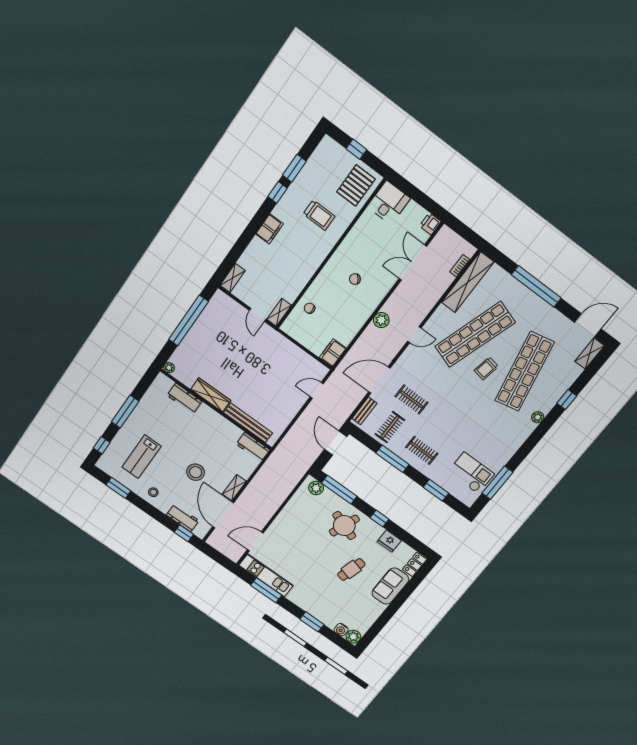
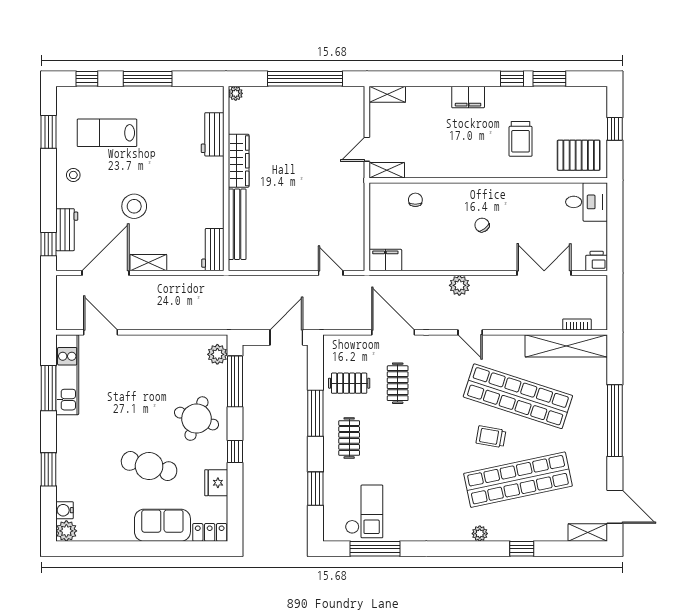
bench: (364, 411) -> (347, 342), removed
cafe table: (351, 569) -> (149, 466), width x1.37, depth x1.35

